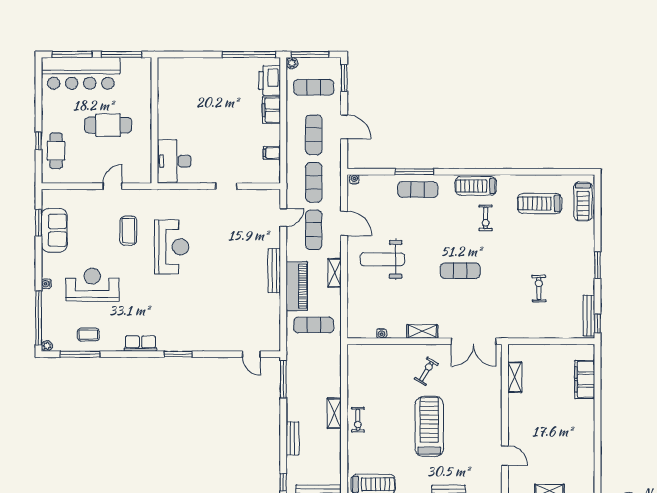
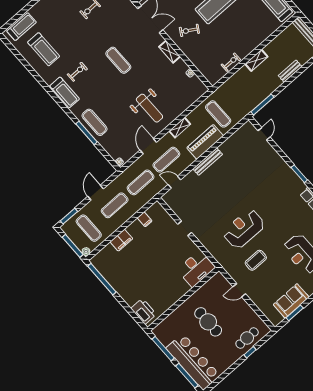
printer: (270, 81) -> (144, 311), moved, turned -90
exercise bike: (358, 420) -> (231, 62), moved

